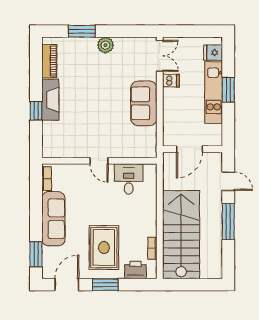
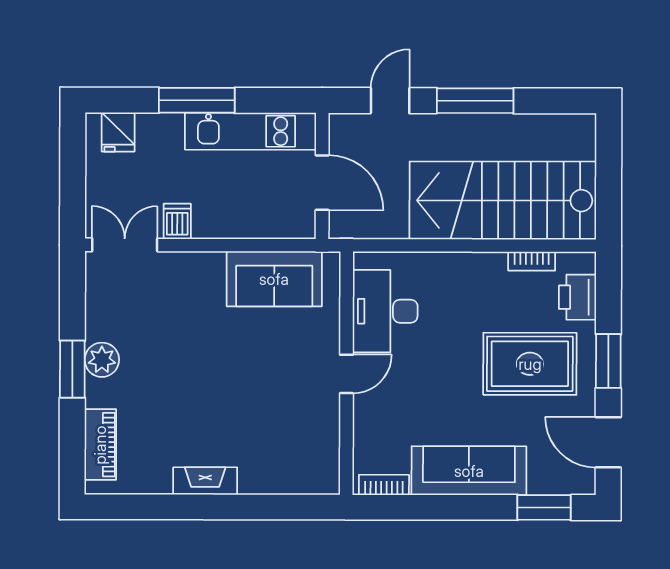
window: (82, 31) -> (72, 369), moved
piano: (49, 61) -> (100, 445), moved, turned 90
window: (228, 90) -> (197, 100), width x1.44
kitchen unit: (214, 93) -> (250, 131), moved
fireplace: (50, 100) -> (205, 481), width x0.73, depth x0.76
sofa: (144, 103) -> (274, 279), moved
window: (36, 111) -> (240, 507), removed
desk: (129, 179) -> (385, 311), width x1.37

